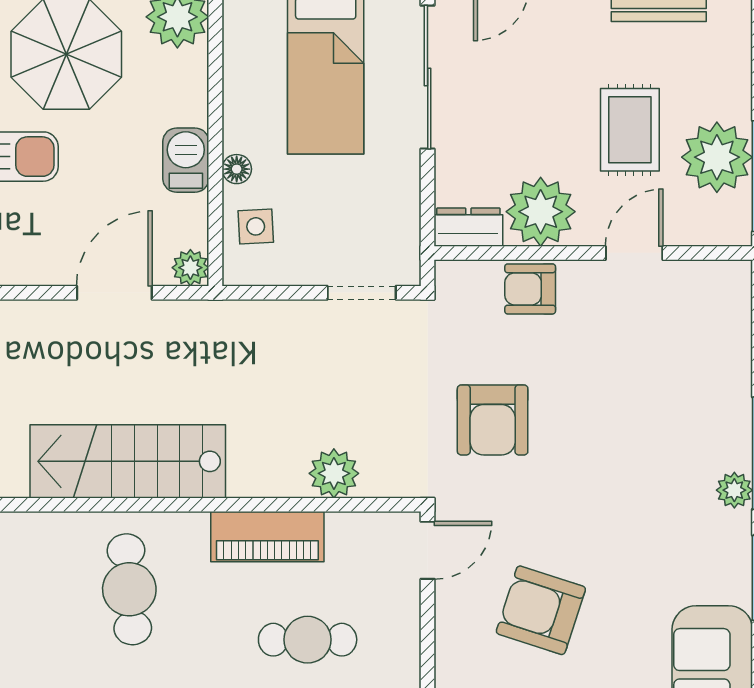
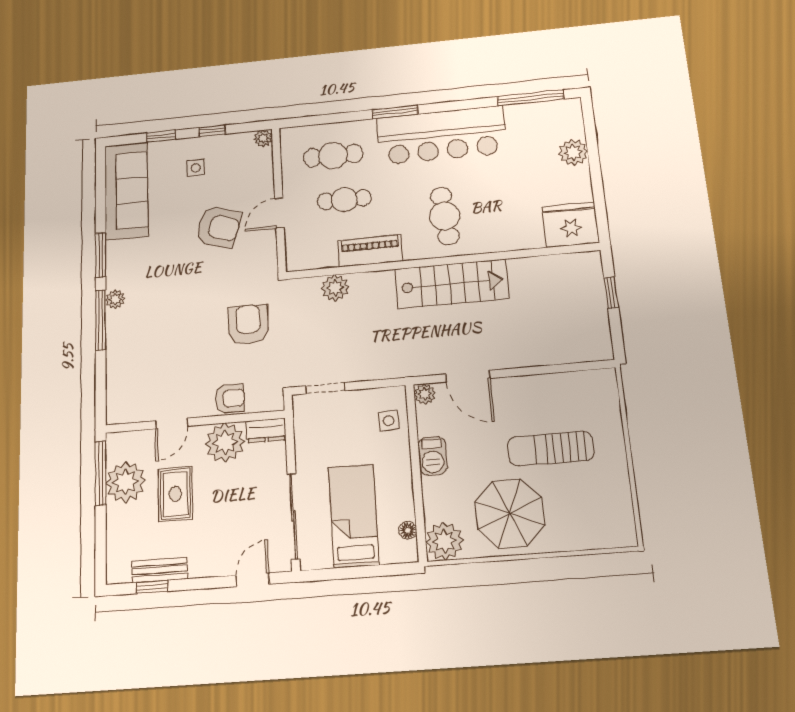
floor lamp: (237, 169) -> (408, 530), moved
door: (114, 293) -> (468, 376), hinge flipped
door: (428, 550) -> (279, 213), moved

